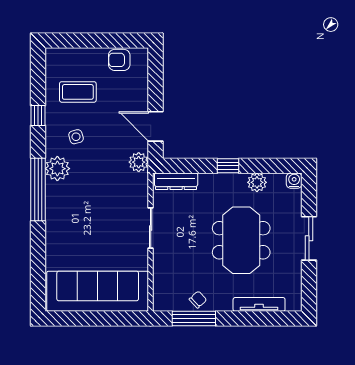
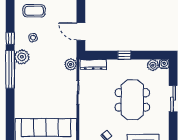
window: (38, 115) -> (10, 38), moved
plant: (139, 162) -> (71, 64), moved
plant: (257, 182) -> (153, 65), moved

